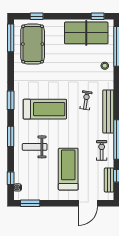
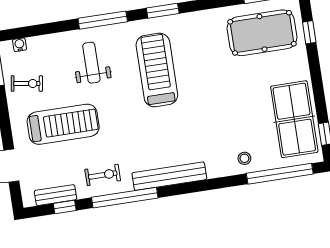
exercise bike: (86, 100) -> (27, 83), moved
treadmill: (45, 109) -> (157, 70), turned 180
window: (11, 136) -> (103, 20), width x1.44
window: (11, 178) -> (33, 31), removed

